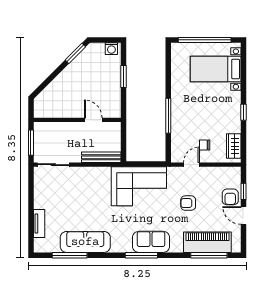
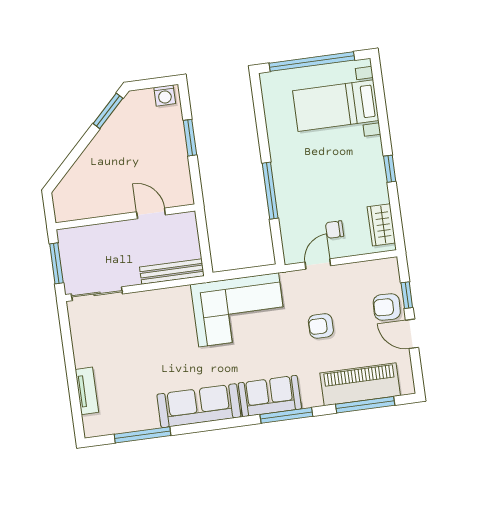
armchair: (230, 197) -> (387, 307), turned 92
sofa: (85, 242) -> (199, 406), moved
window: (141, 255) -> (286, 415), moved

